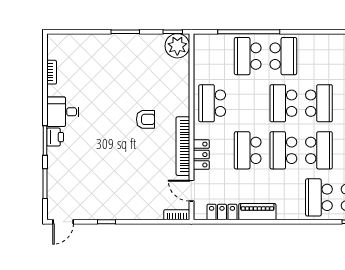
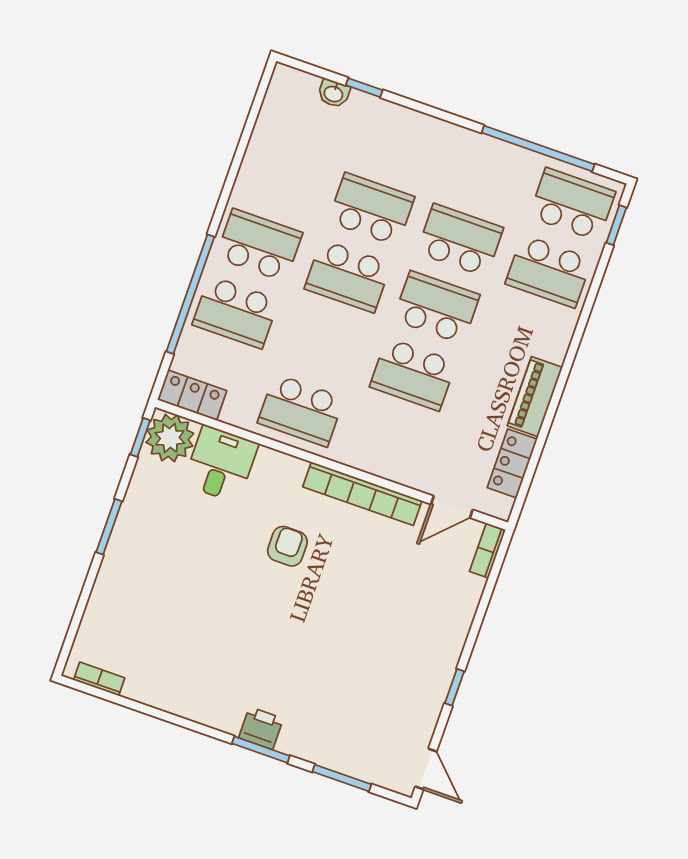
bookcase: (52, 72) -> (99, 679), moved
desk: (63, 112) -> (221, 464), moved, turned 180
school desk: (283, 150) -> (436, 307), turned 180
locker: (201, 155) -> (192, 395), moved

